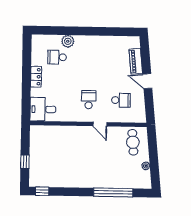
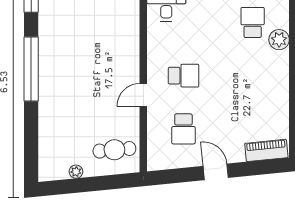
piano: (136, 61) -> (266, 150), moved
door: (147, 81) -> (216, 172), hinge flipped
window: (113, 192) -> (31, 69), moved

